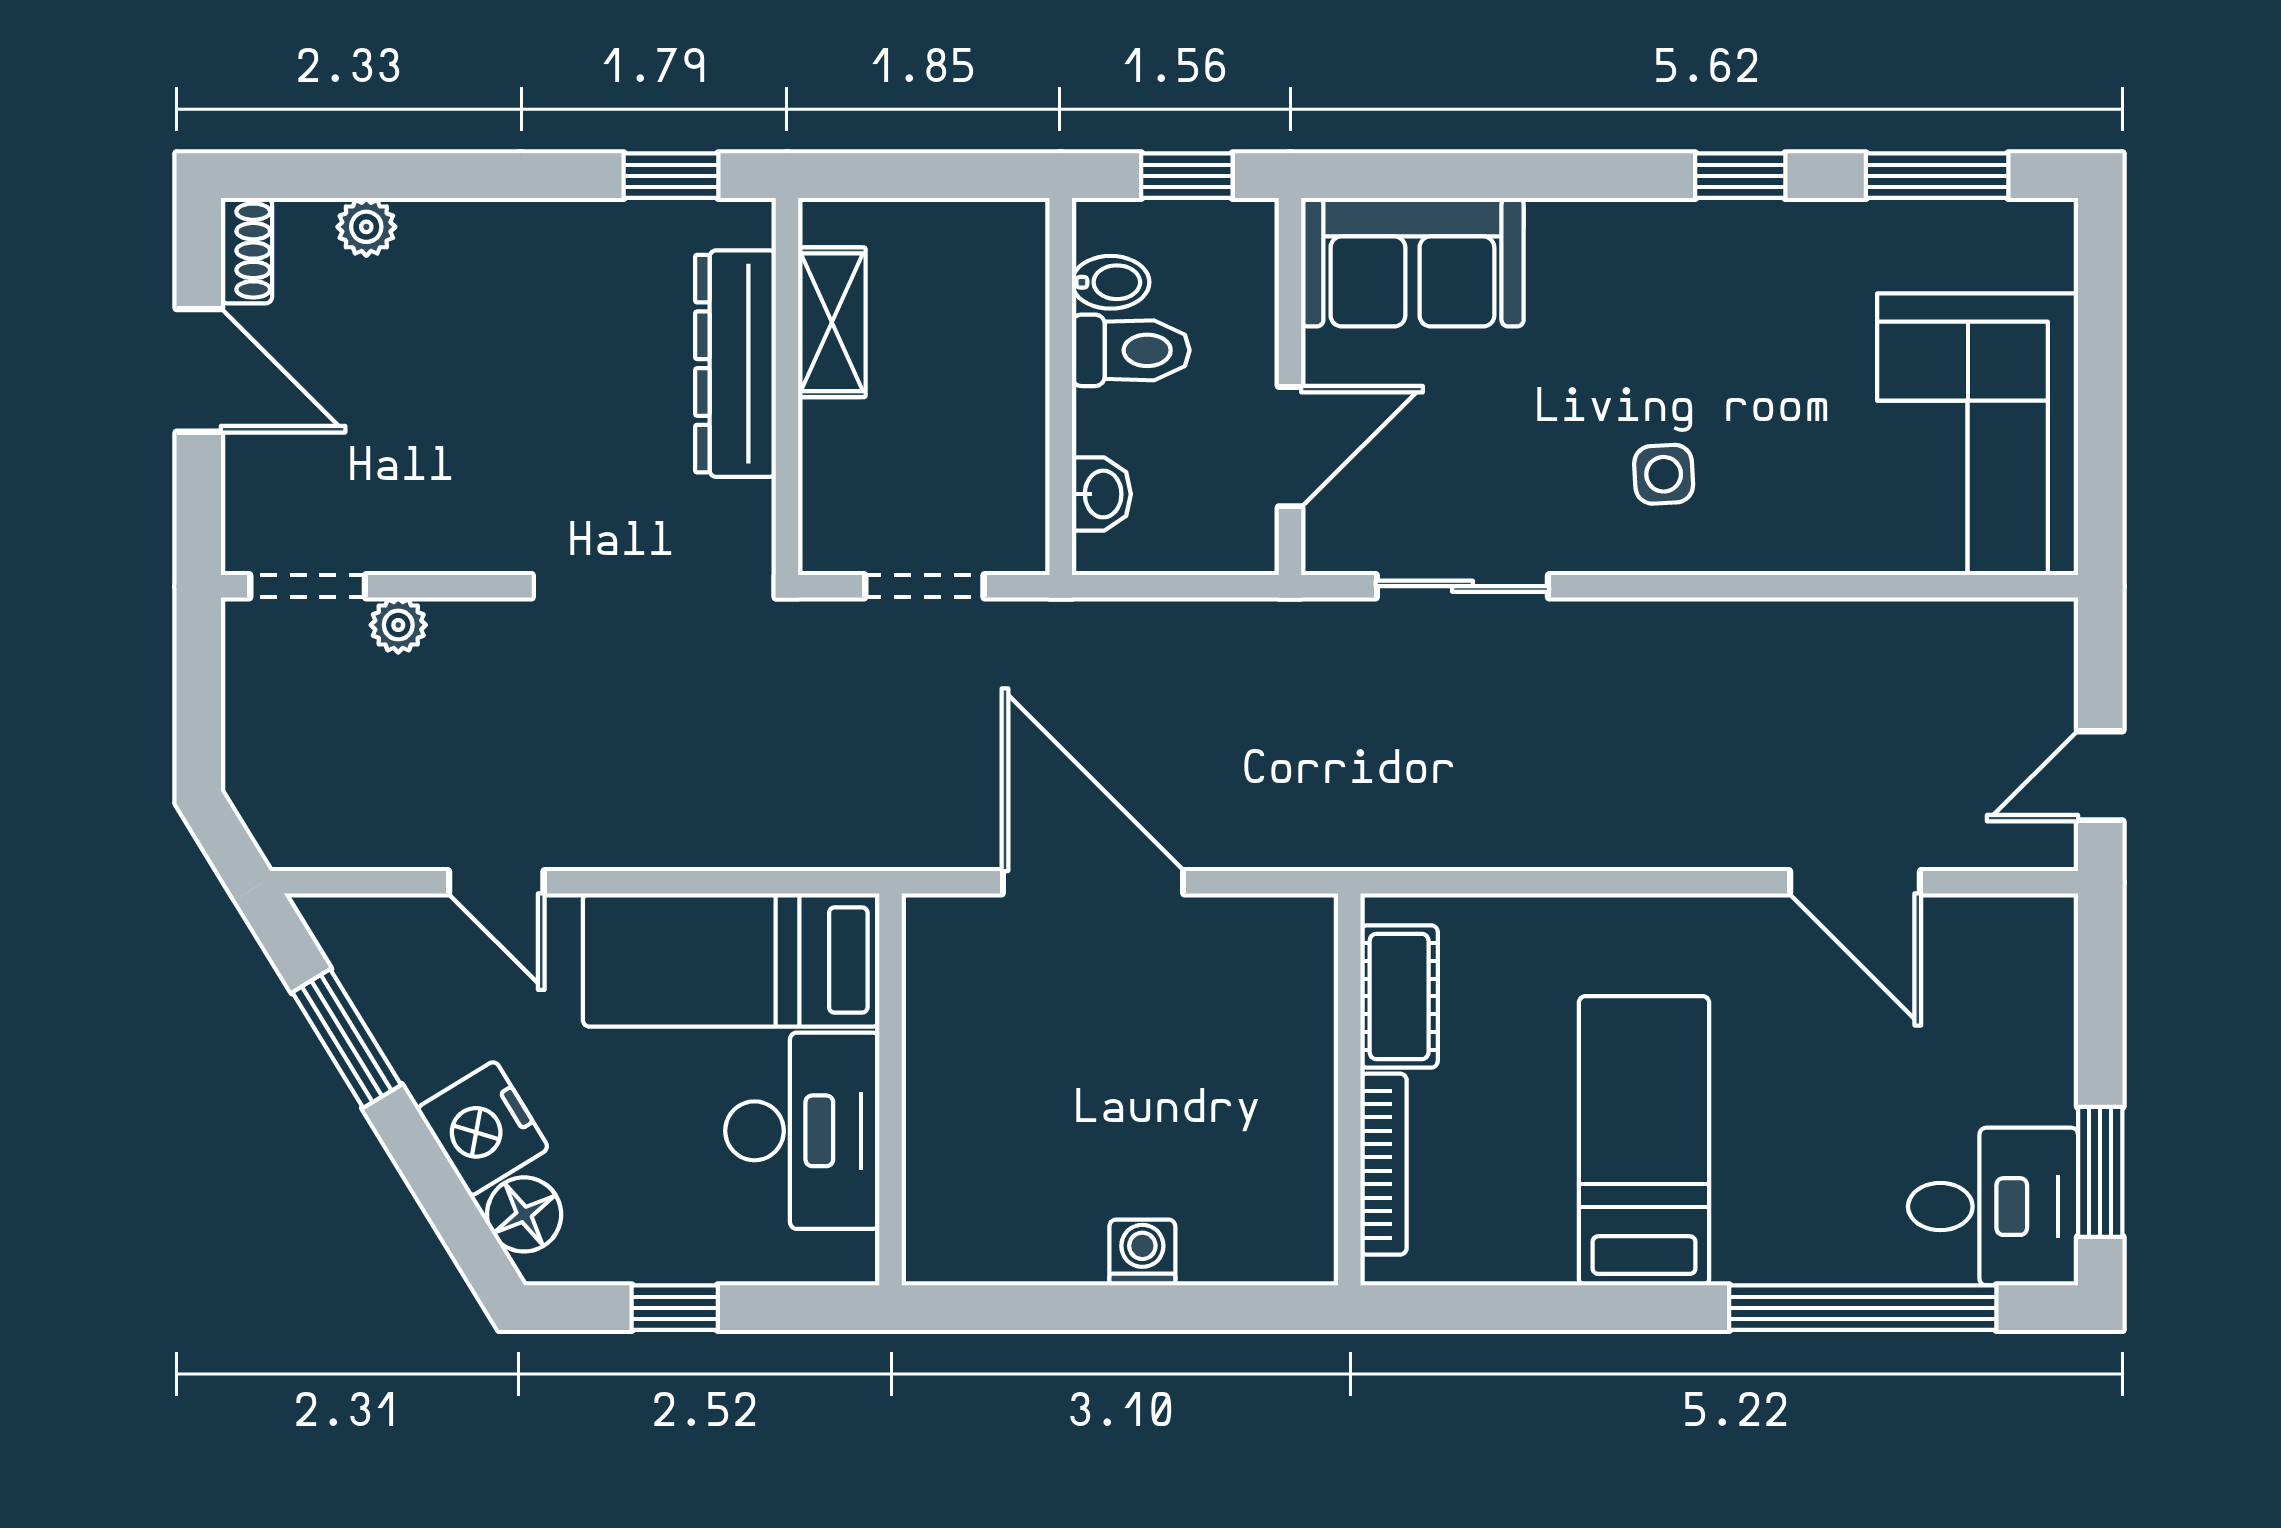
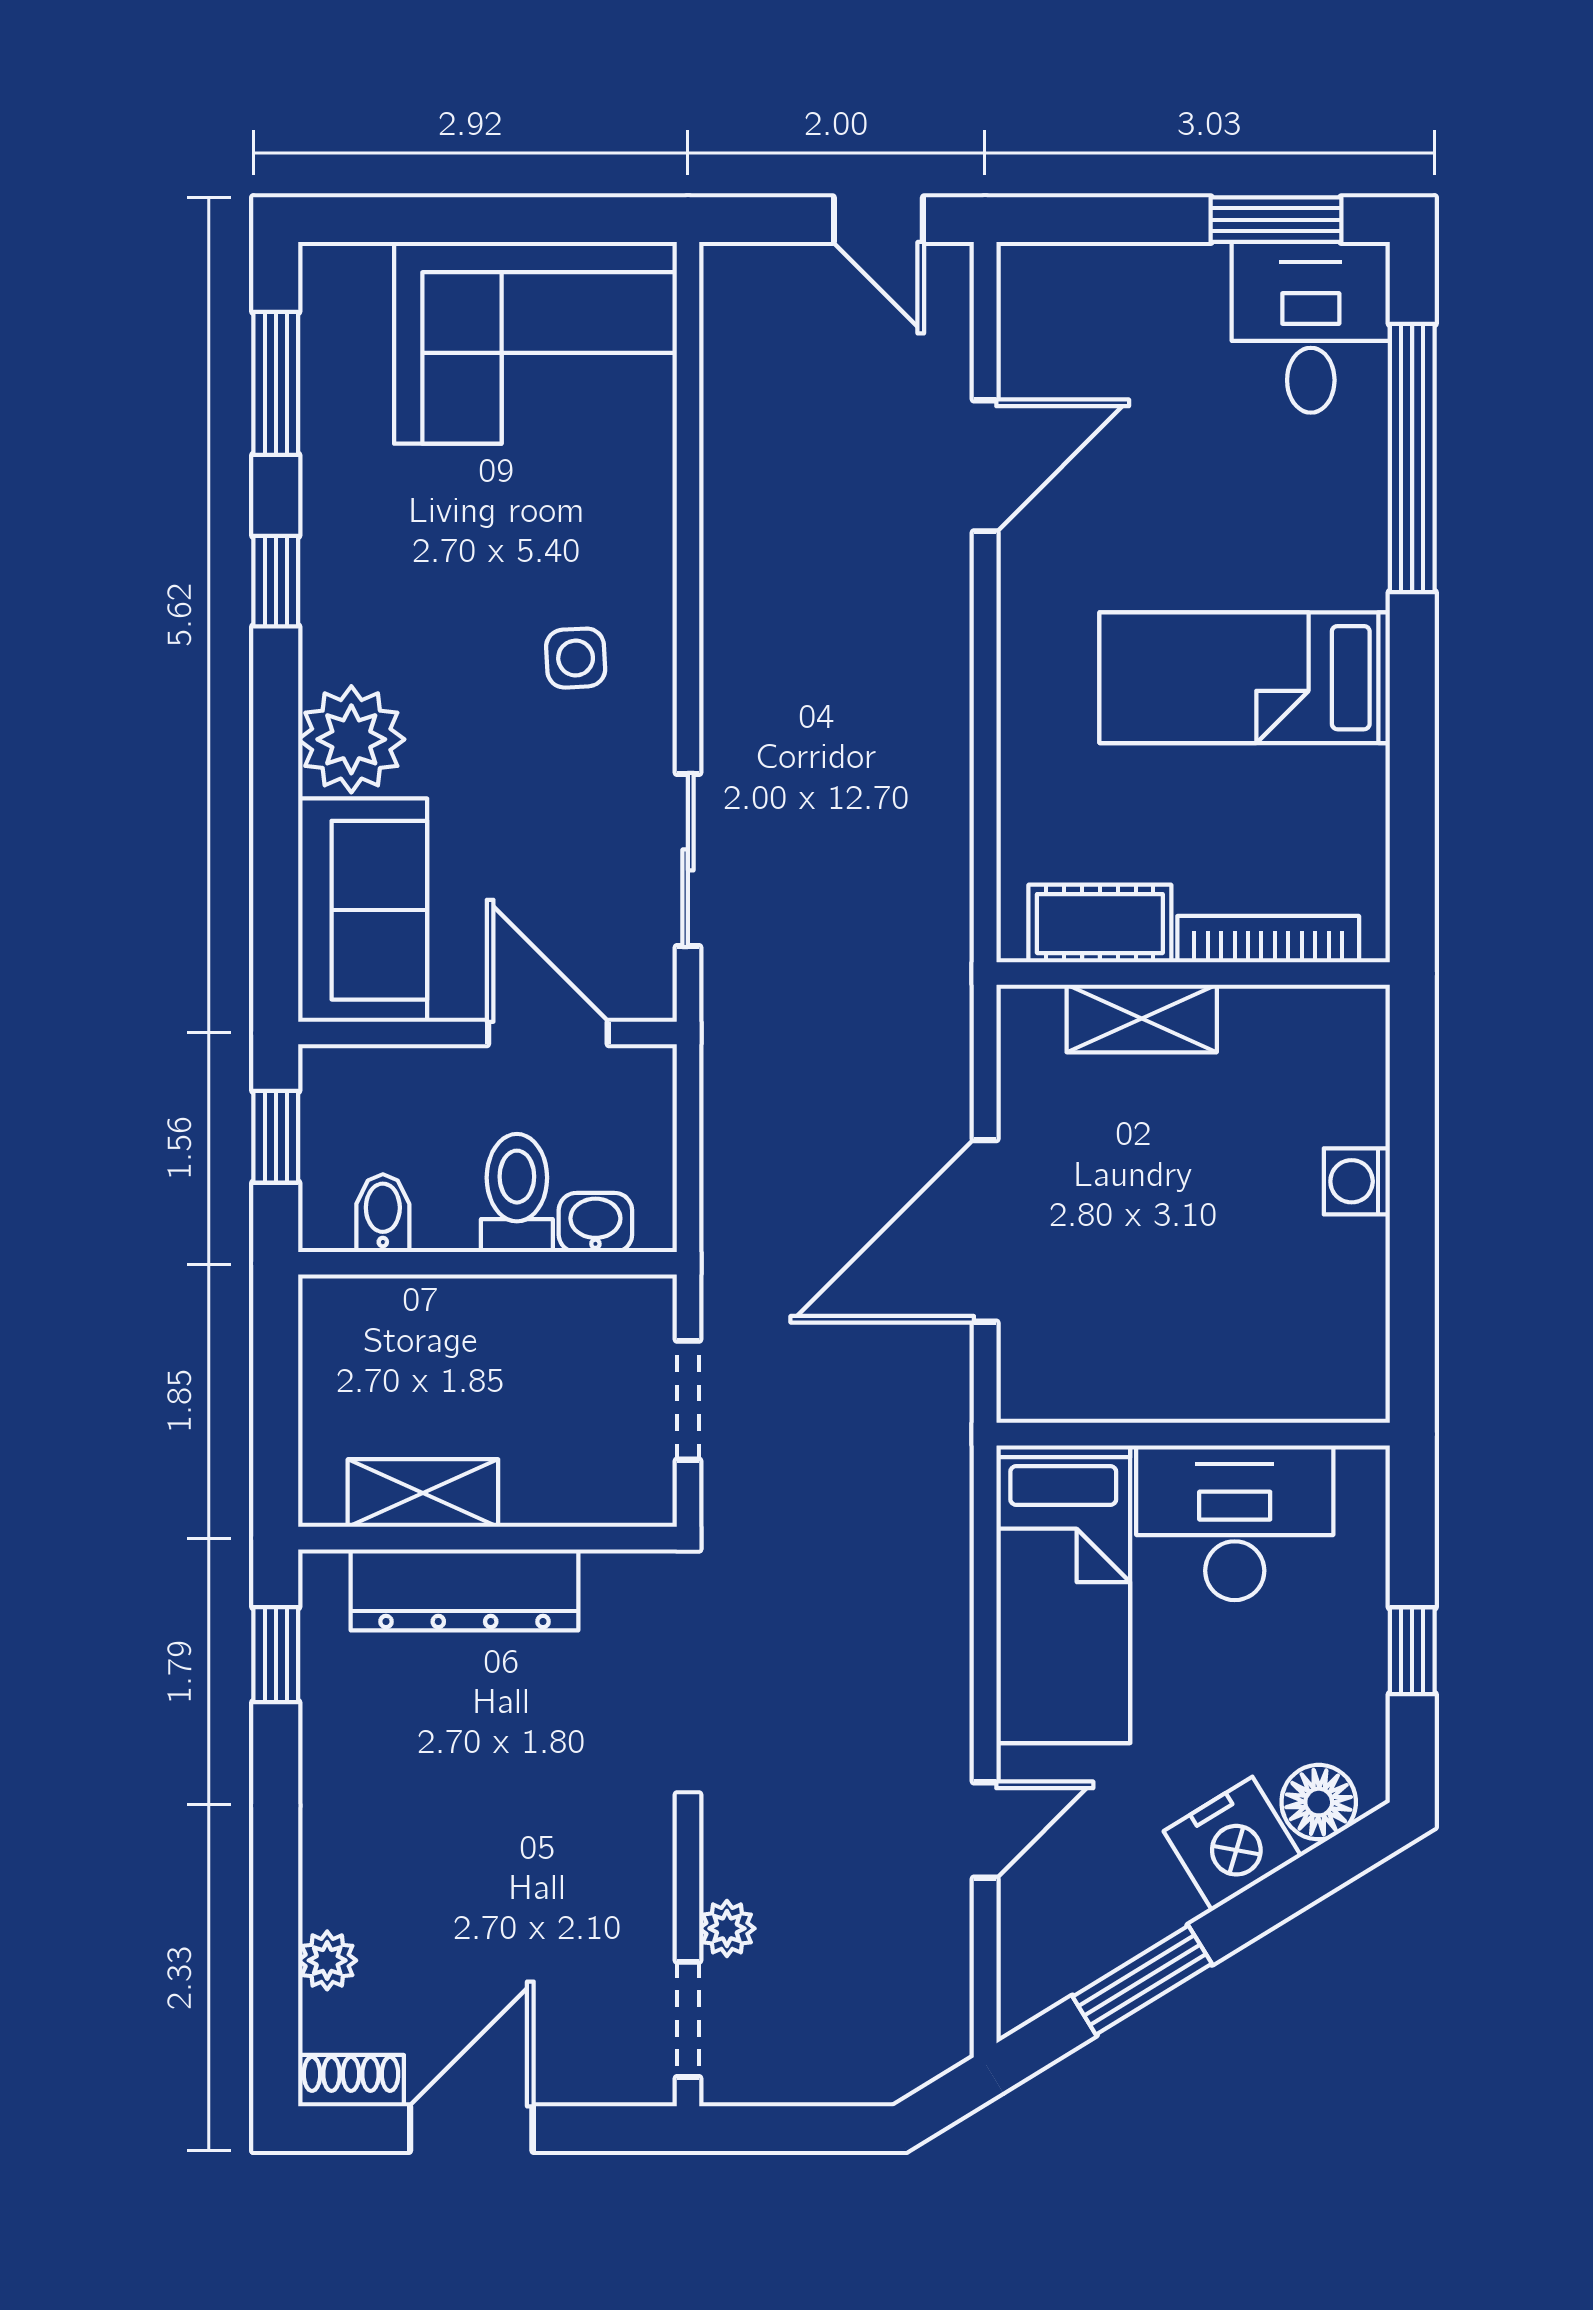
plant: (1583, 251) -> (351, 739), added
toilet: (1131, 350) -> (517, 1193), moved
shelving: (1305, 1038) -> (1142, 1019), added

